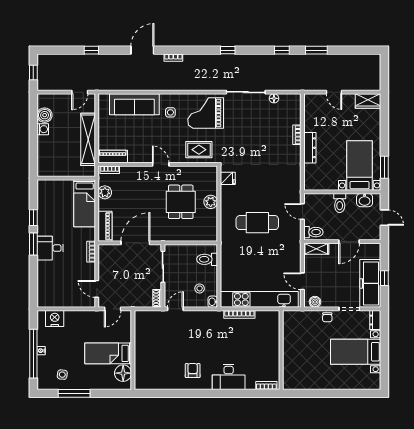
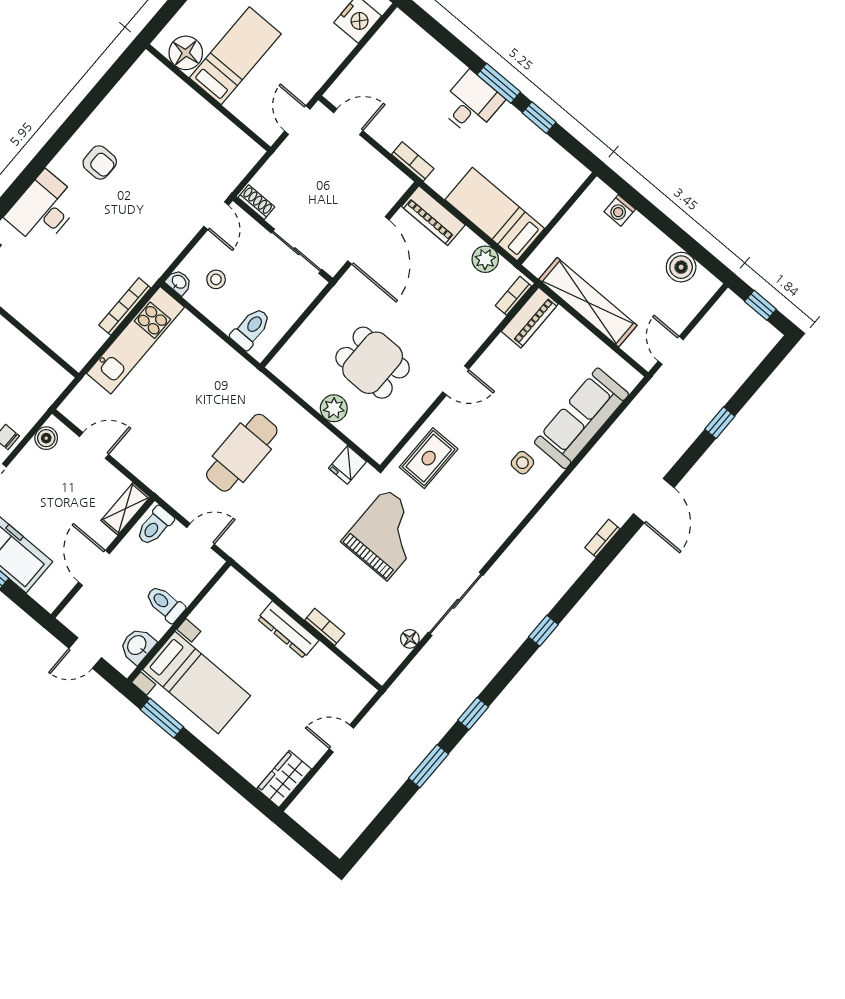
grand piano: (206, 113) -> (387, 534), moved
washing machine: (43, 129) -> (620, 210), moved
kitchen unit: (259, 299) -> (135, 340), width x0.73

